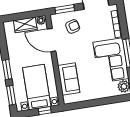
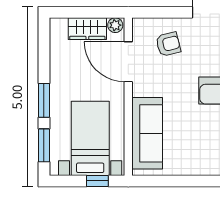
window: (65, 9) -> (159, 12), removed
sofa: (69, 79) -> (147, 133), width x1.36

